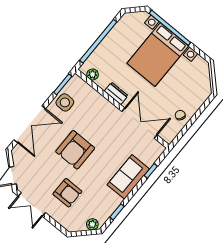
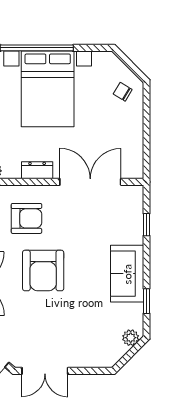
chair: (180, 115) -> (123, 92), moved
sofa: (128, 177) -> (127, 274), moved
armchair: (67, 193) -> (26, 218), moved

